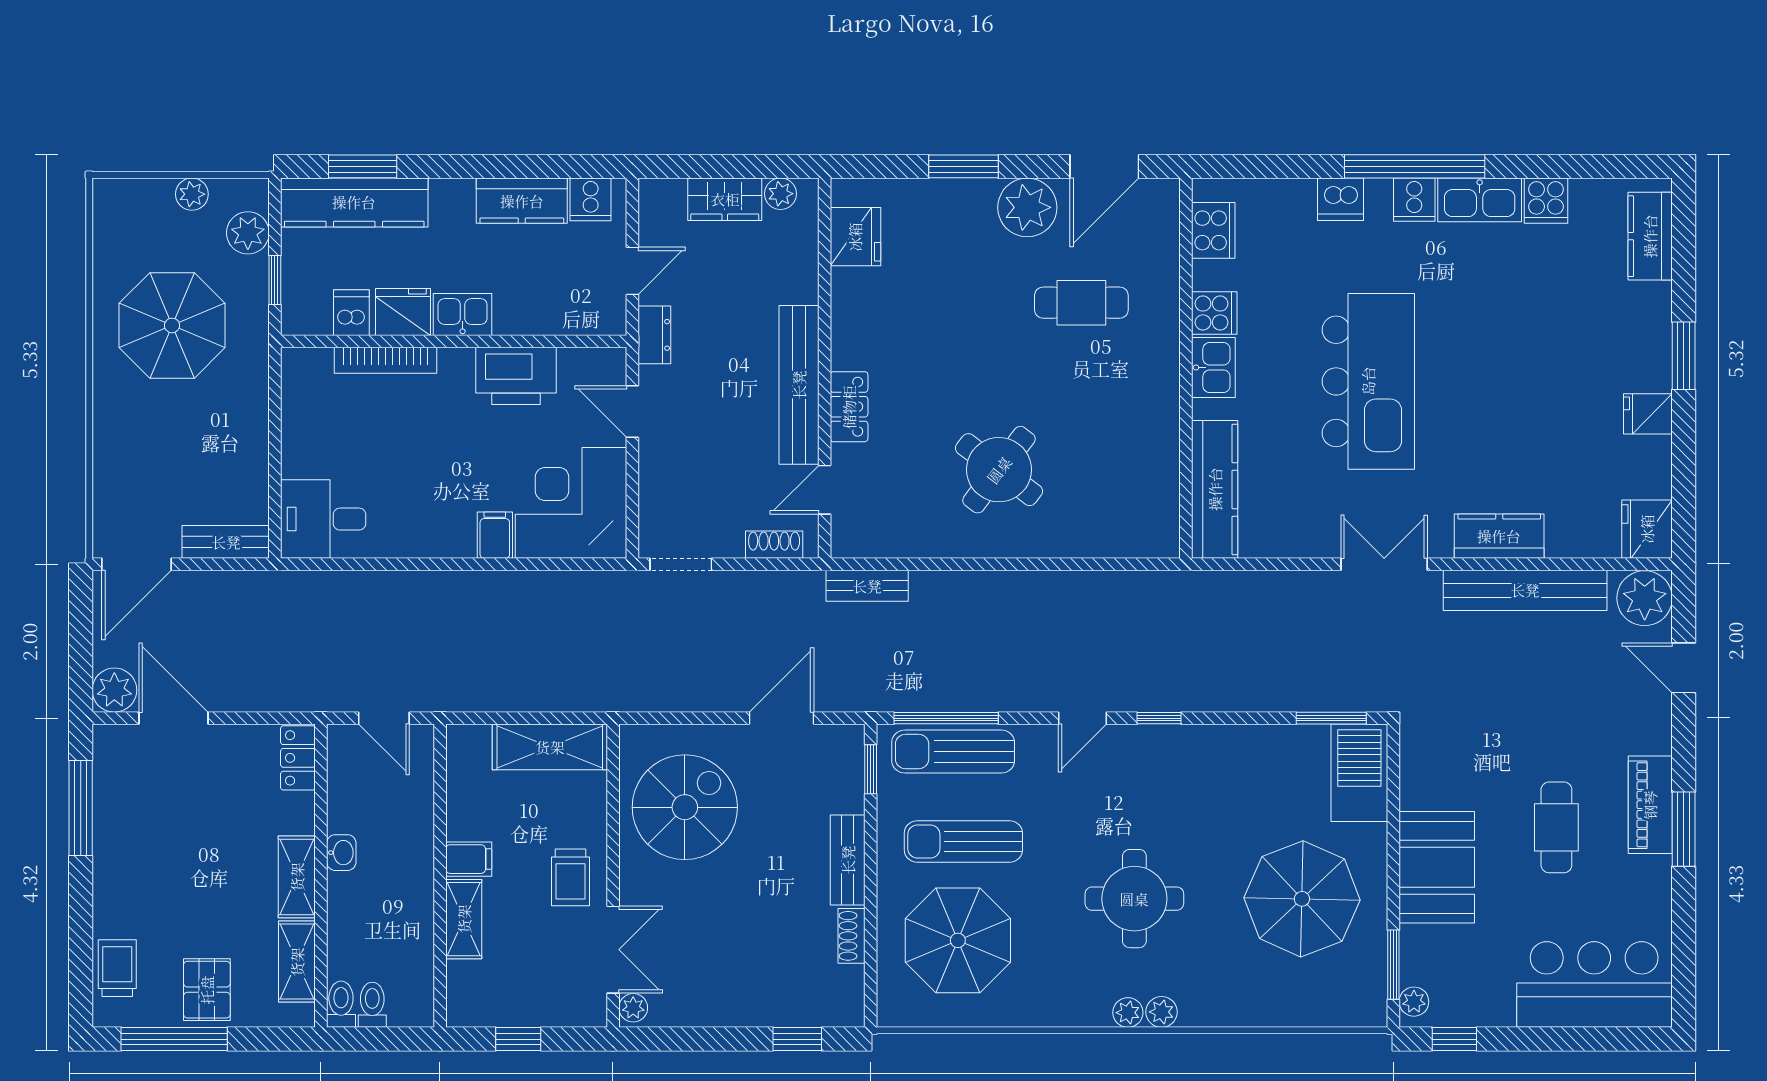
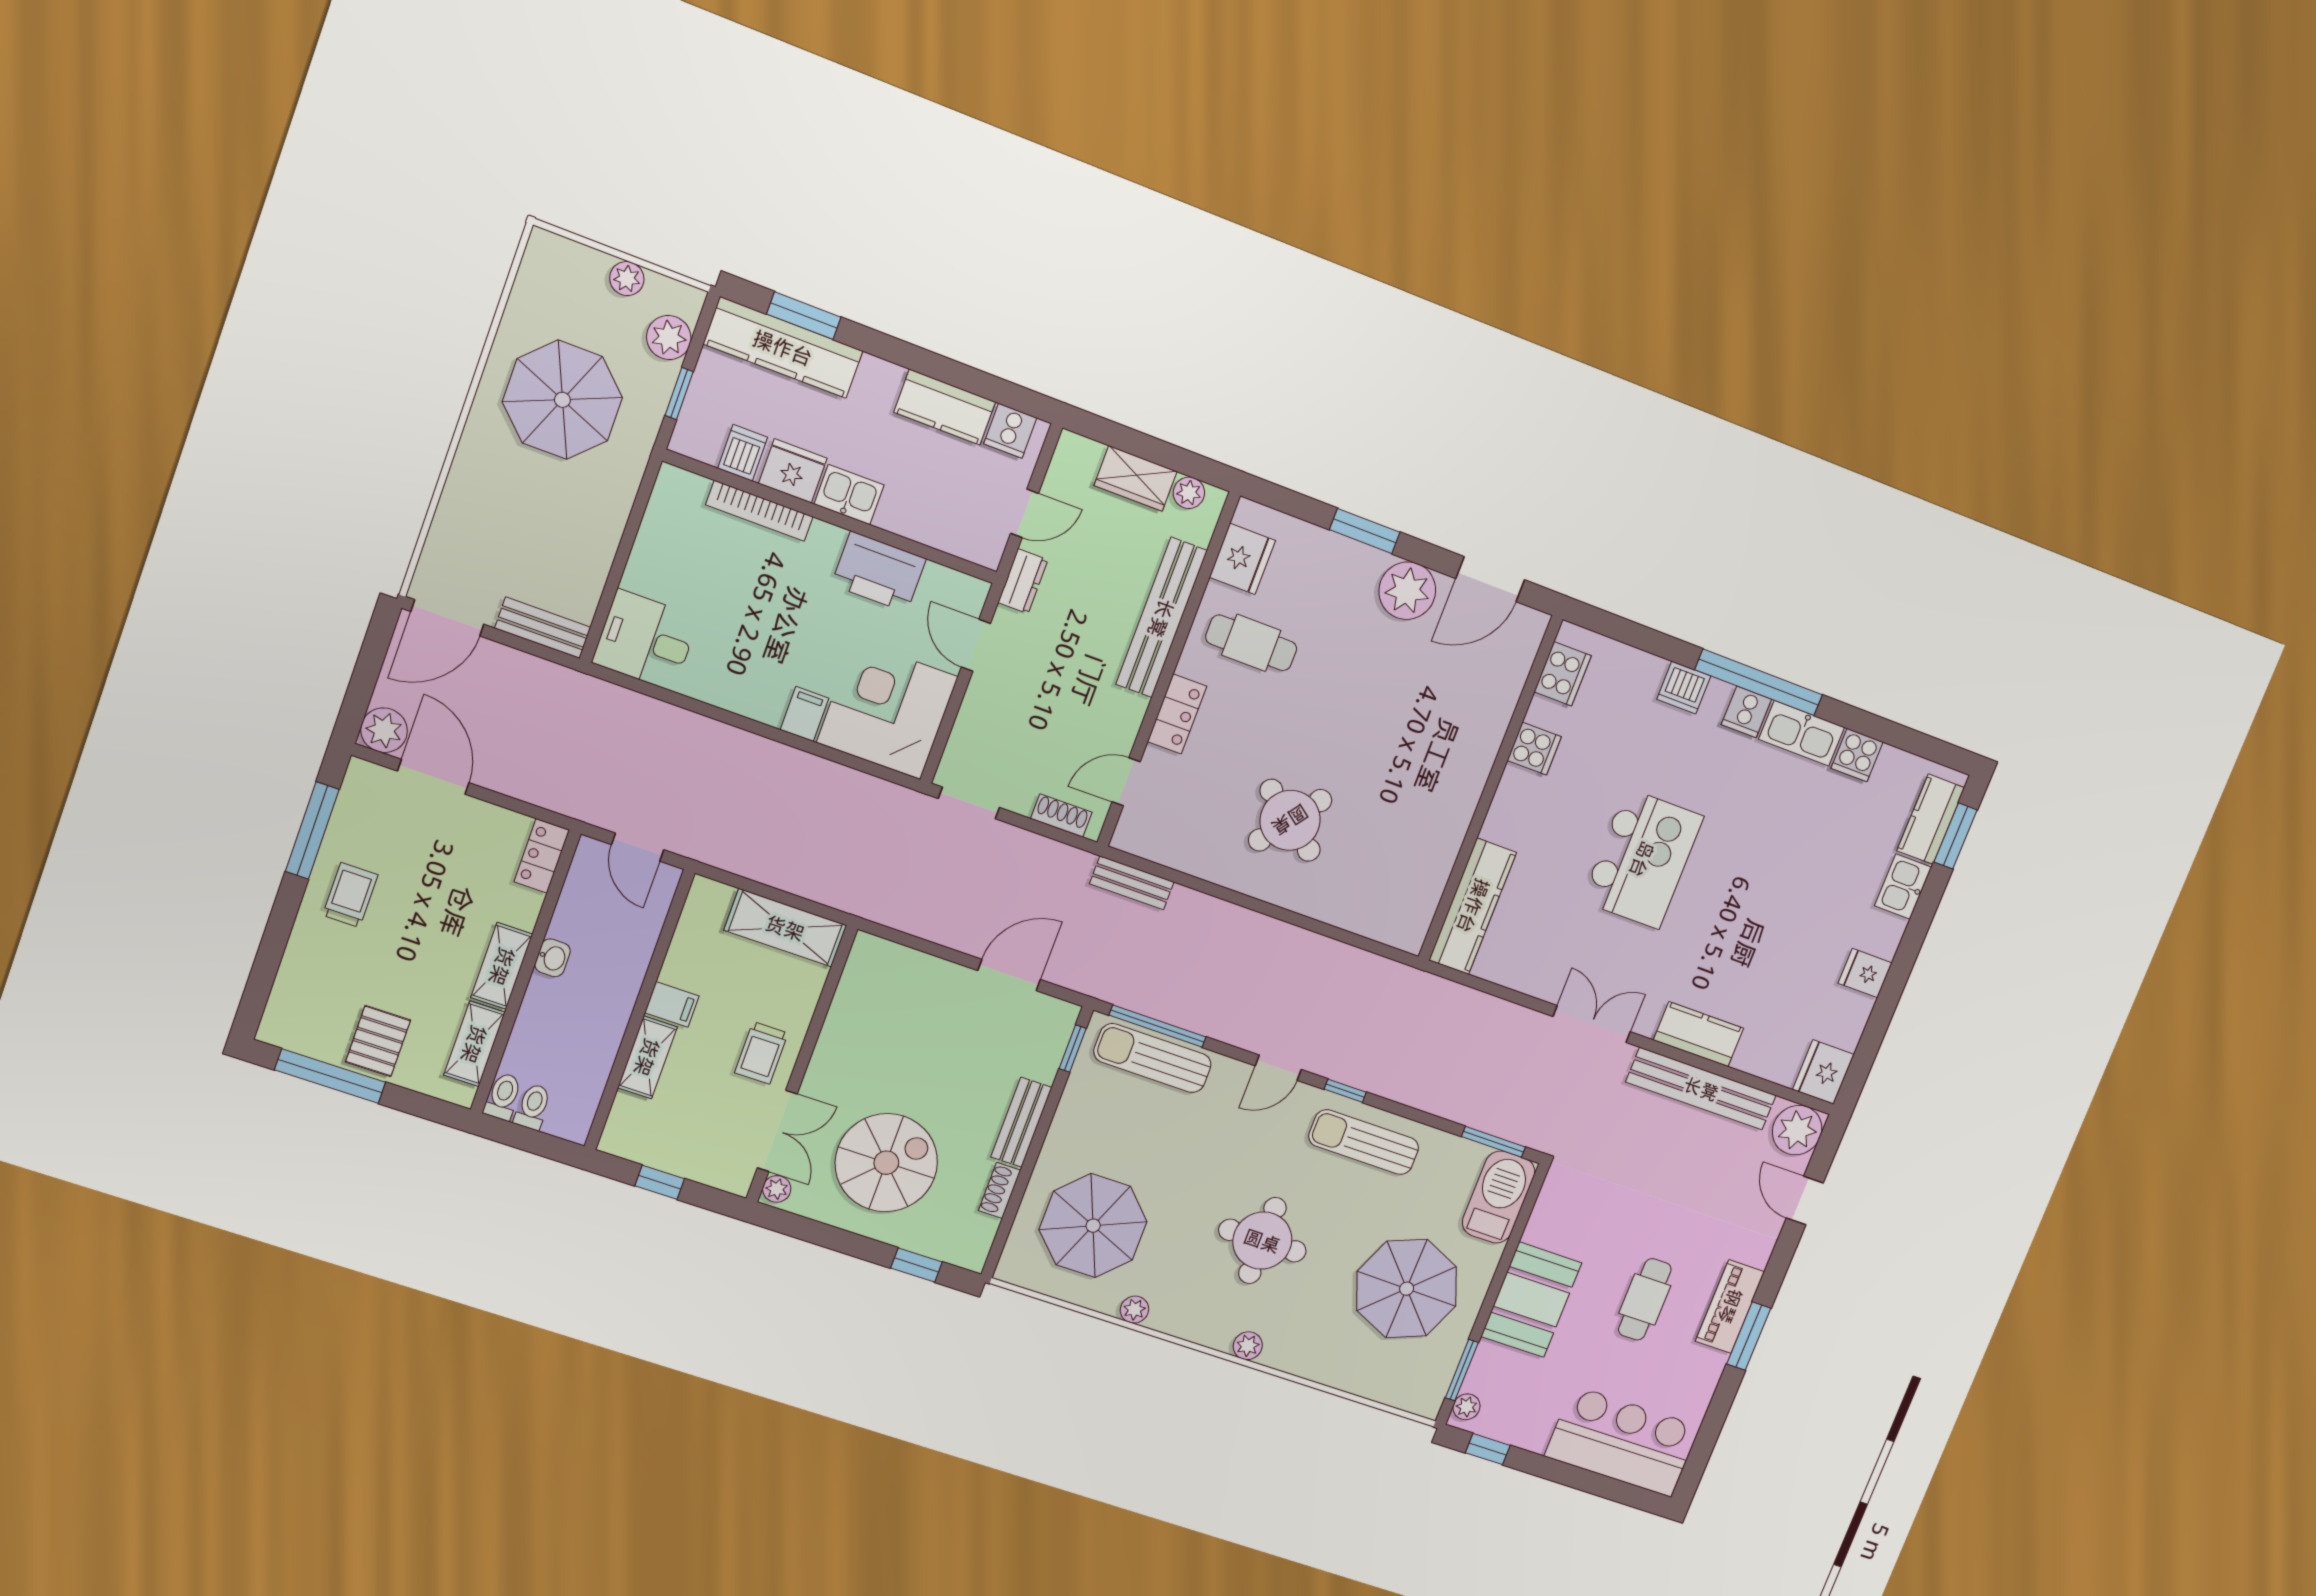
cafe table: (1081, 303) -> (1251, 643), moved
window: (1684, 356) -> (1956, 836), moved
kitchen sink: (1213, 368) -> (1903, 887), moved, turned 180
kitchen island: (1368, 381) -> (1642, 859), width x0.73
bench: (799, 385) -> (1161, 618), moved
spiral stairs: (685, 807) -> (886, 1163), moved
sun lounger: (963, 841) -> (1364, 1142), moved
trolley: (117, 968) -> (350, 895), moved
plant: (1128, 1013) -> (1134, 1310), moved

